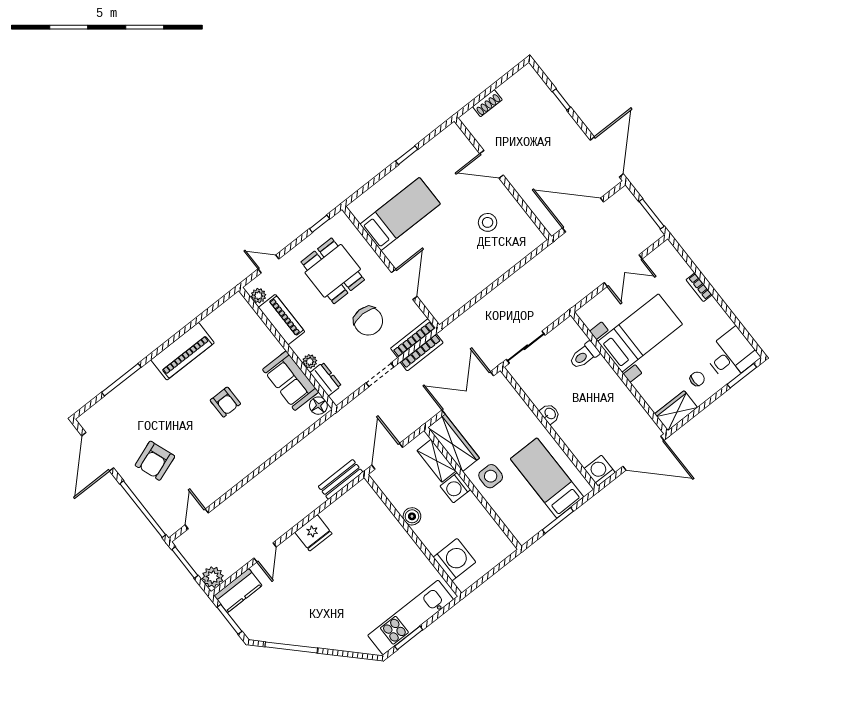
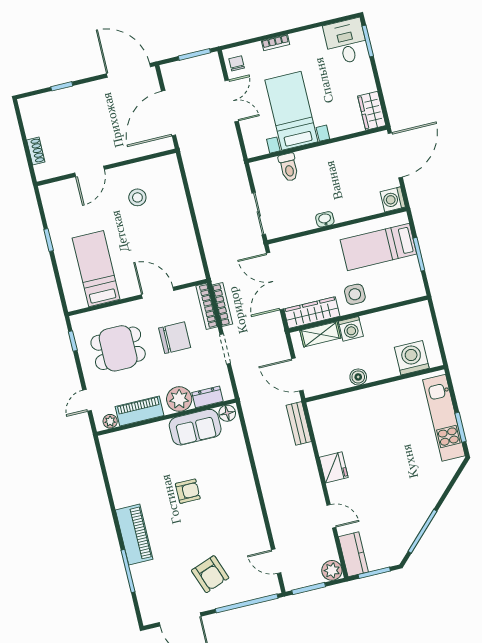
piano: (183, 351) -> (134, 535), moved
plant: (310, 361) -> (179, 399), width x1.87, depth x1.87
chair: (697, 379) -> (237, 63), moved

